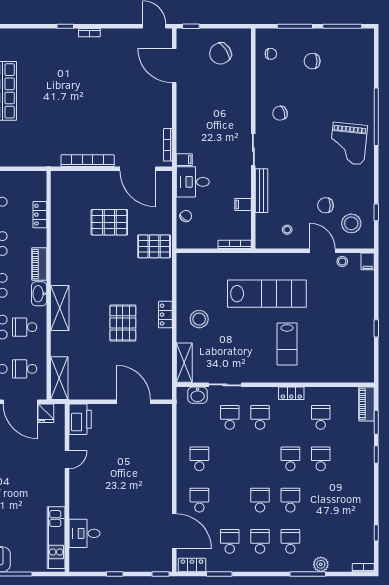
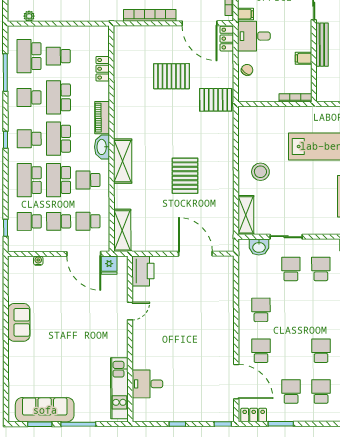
locker: (165, 315) -> (227, 39), moved

